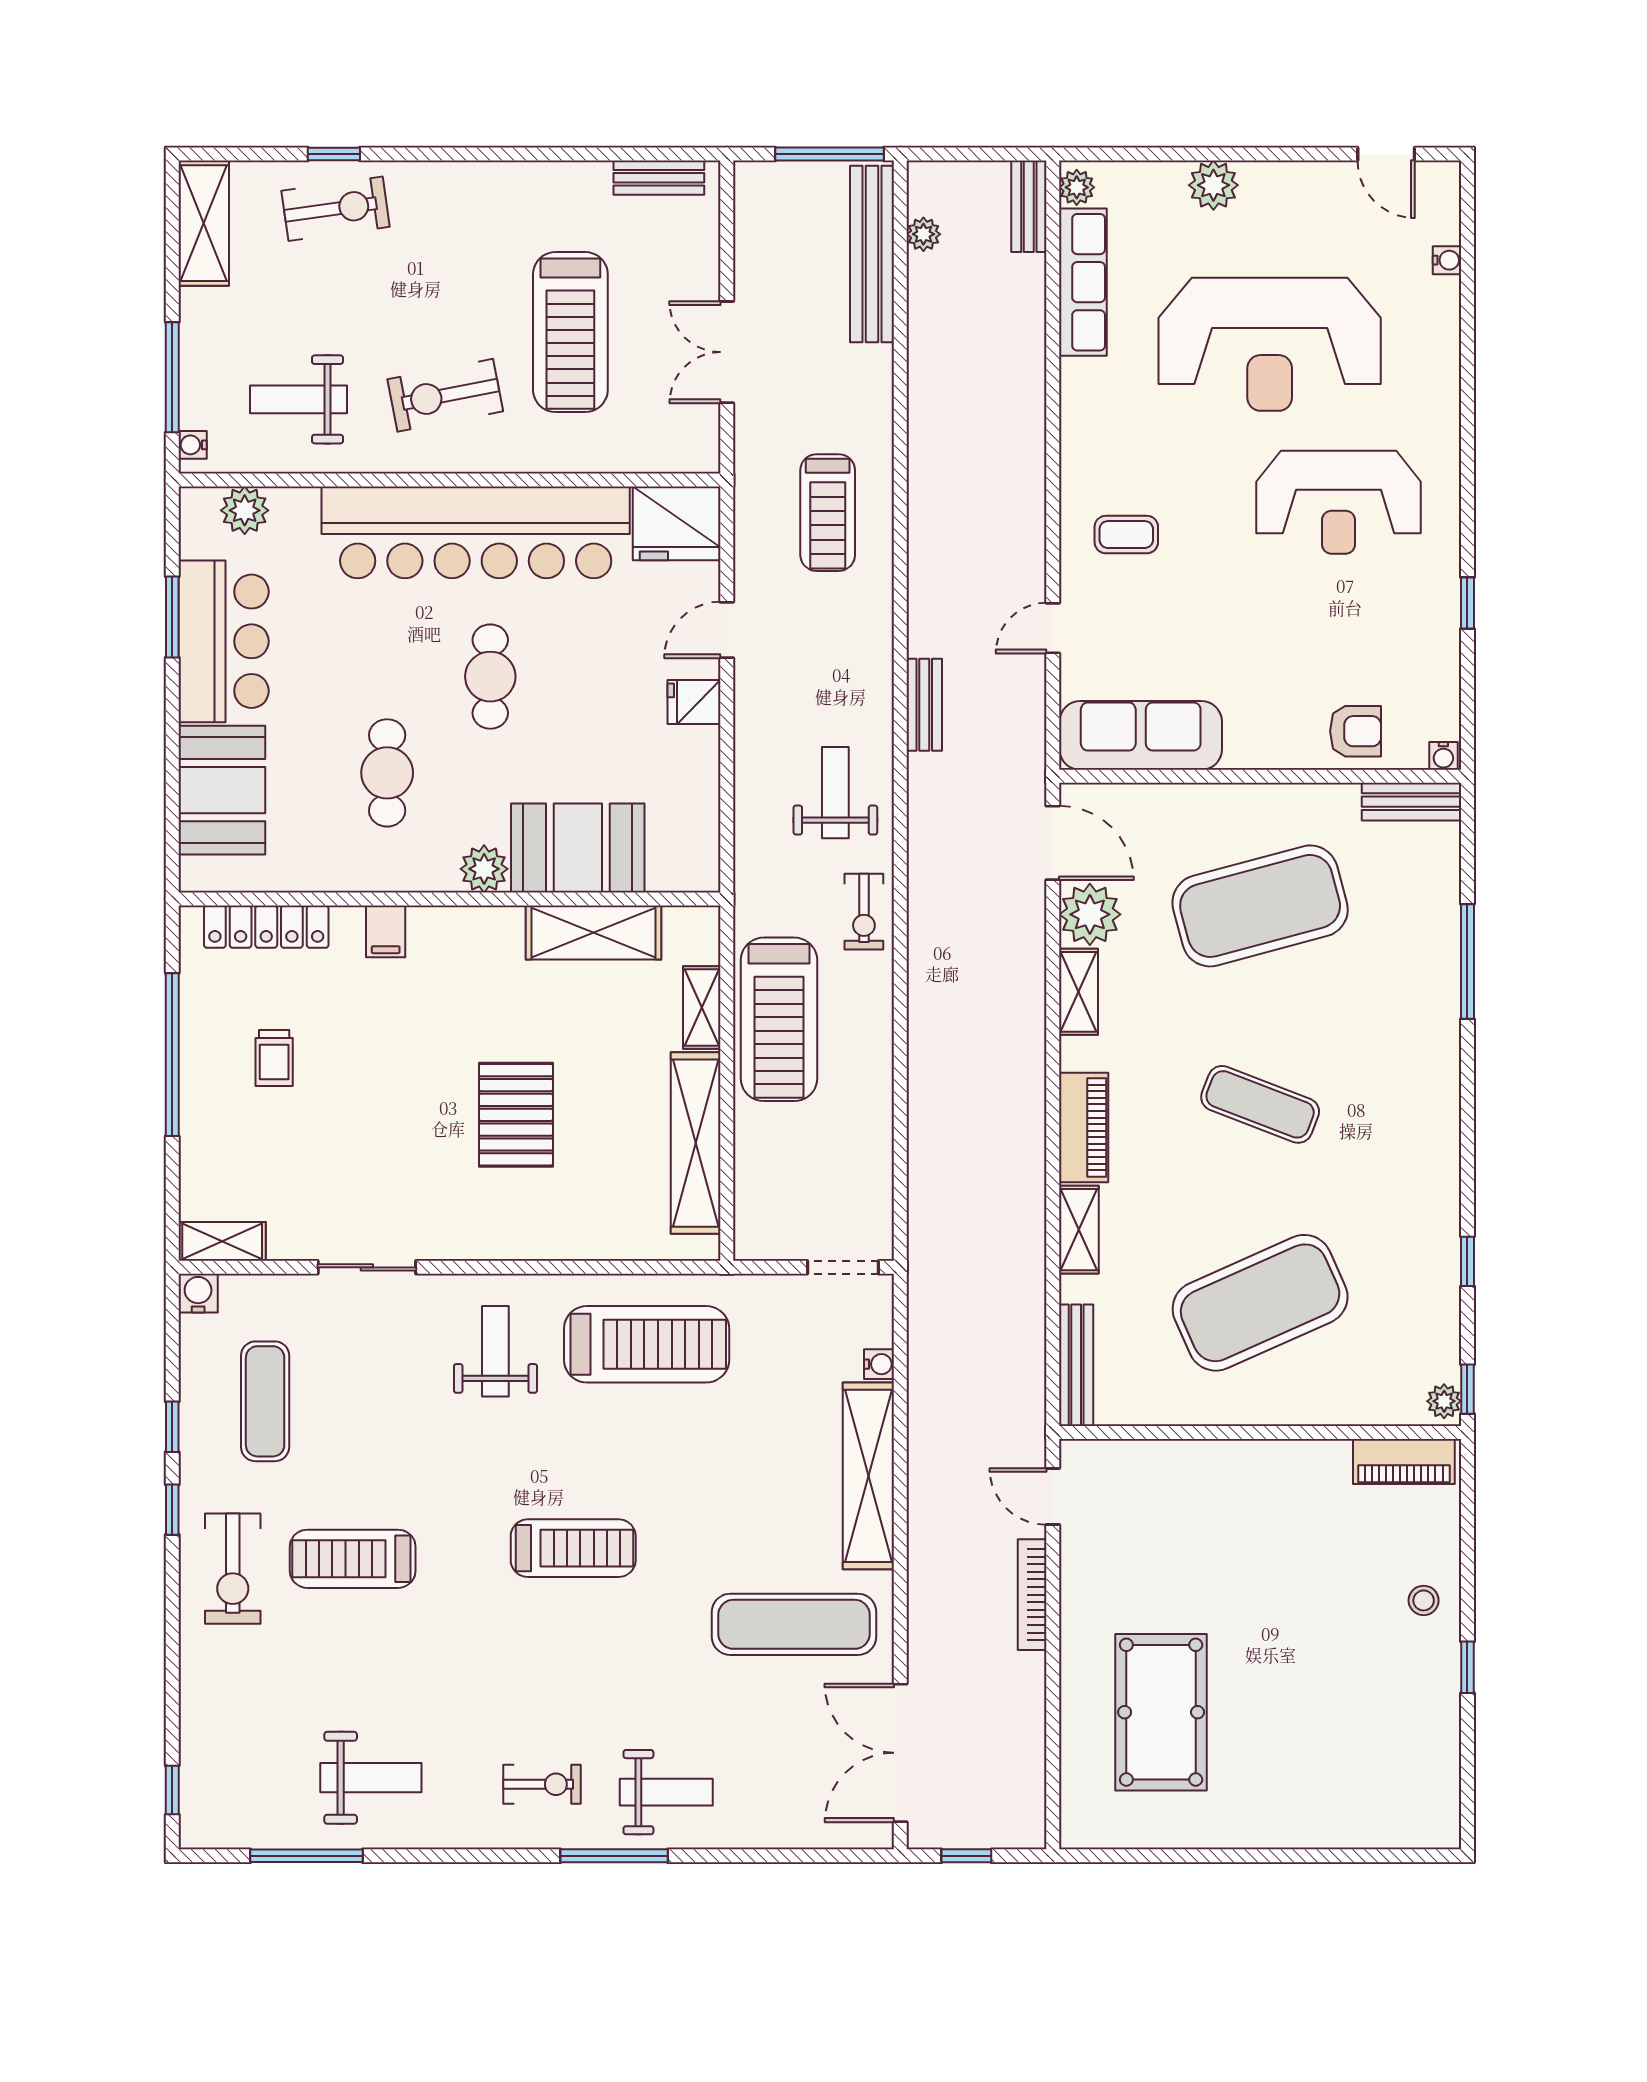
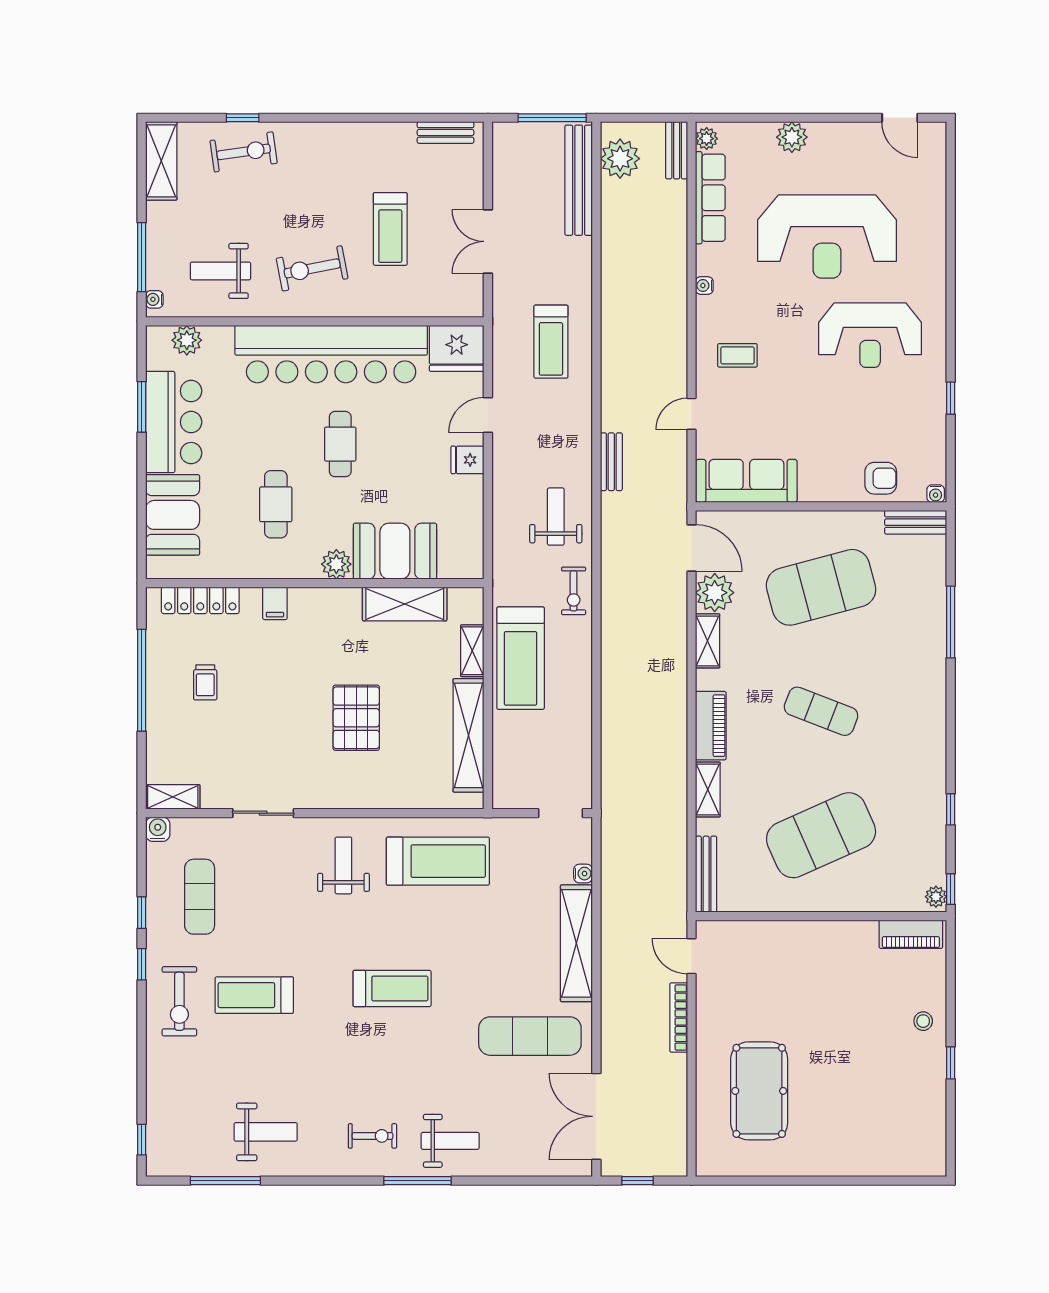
plant: (923, 234) -> (620, 159), width x1.87, depth x1.87
water cooler: (1447, 260) -> (704, 286), moved, turned 180
treadmill: (570, 332) -> (390, 229), width x0.73, depth x0.73

